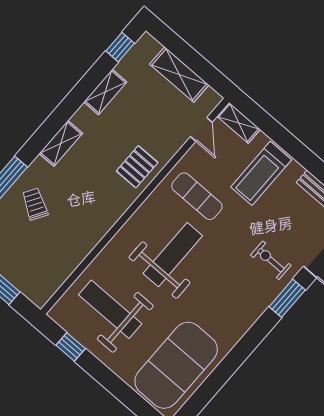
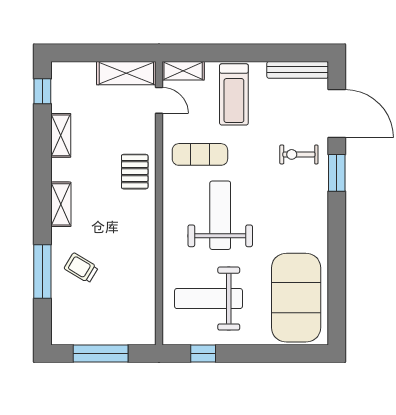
shelving: (179, 75) -> (126, 73), moved

